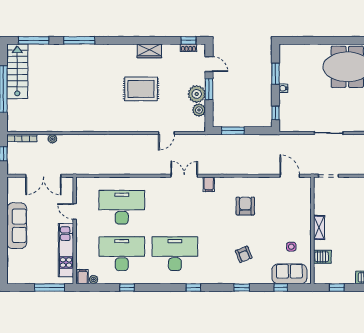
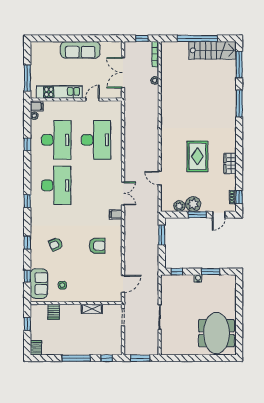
shelving: (319, 227) -> (92, 309), moved

